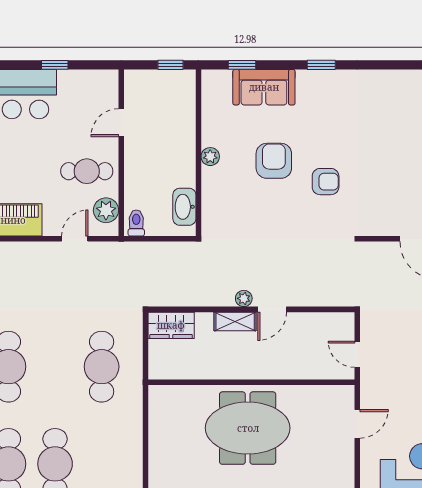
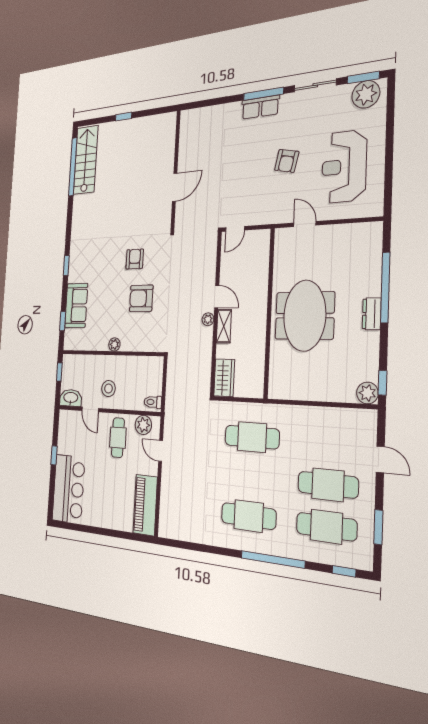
stool: (151, 151) -> (109, 389), added
armchair: (274, 161) -> (141, 298), moved
washbasin: (184, 207) -> (71, 398), moved, turned 180
door: (357, 354) -> (235, 229), moved

